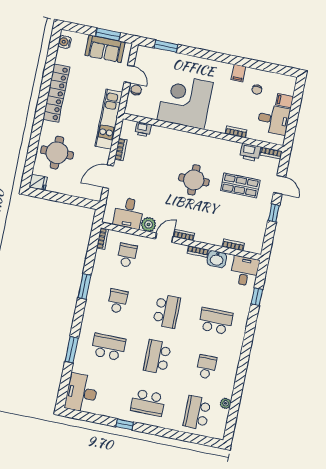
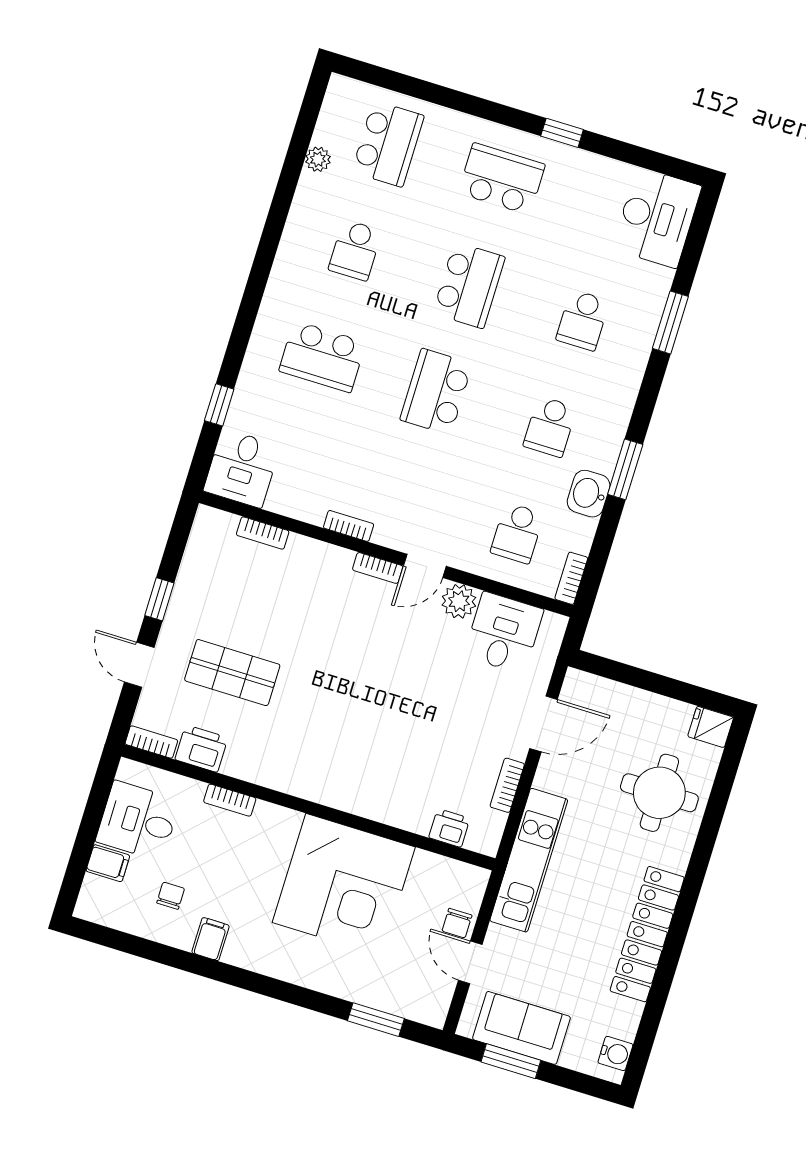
round table: (194, 180) -> (341, 696), removed
washbasin: (217, 259) -> (589, 494), moved, turned -90
school desk: (108, 347) -> (583, 320), width x0.54

